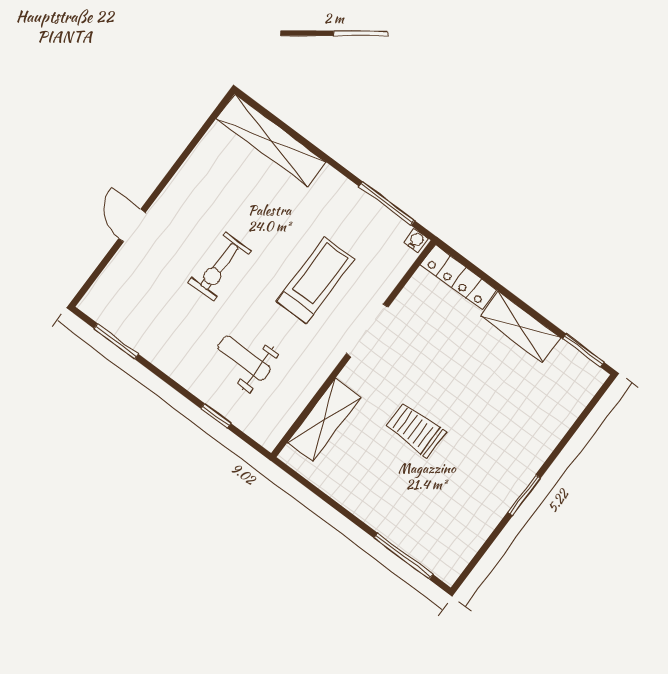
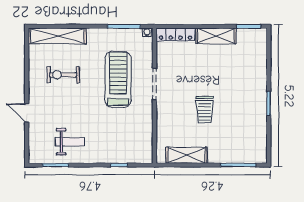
exercise bike: (219, 266) -> (63, 75), moved, turned 90
treadmill: (315, 280) -> (118, 79), width x1.37, depth x1.37
weight bench: (244, 358) -> (70, 142), moved, turned 180
shelving: (324, 420) -> (187, 155), moved, turned 90
trolley: (416, 430) -> (204, 110), turned -90

